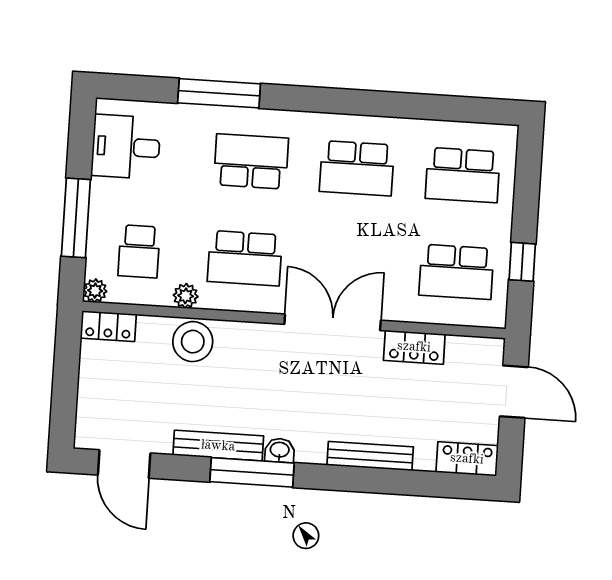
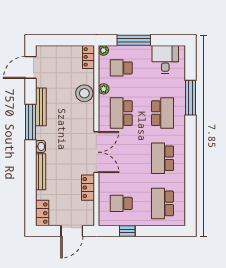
school desk: (456, 272) -> (121, 203), width x0.54
washbasin: (280, 450) -> (40, 146), moved

